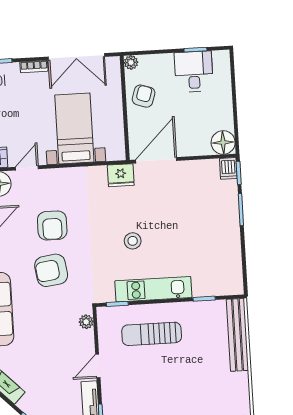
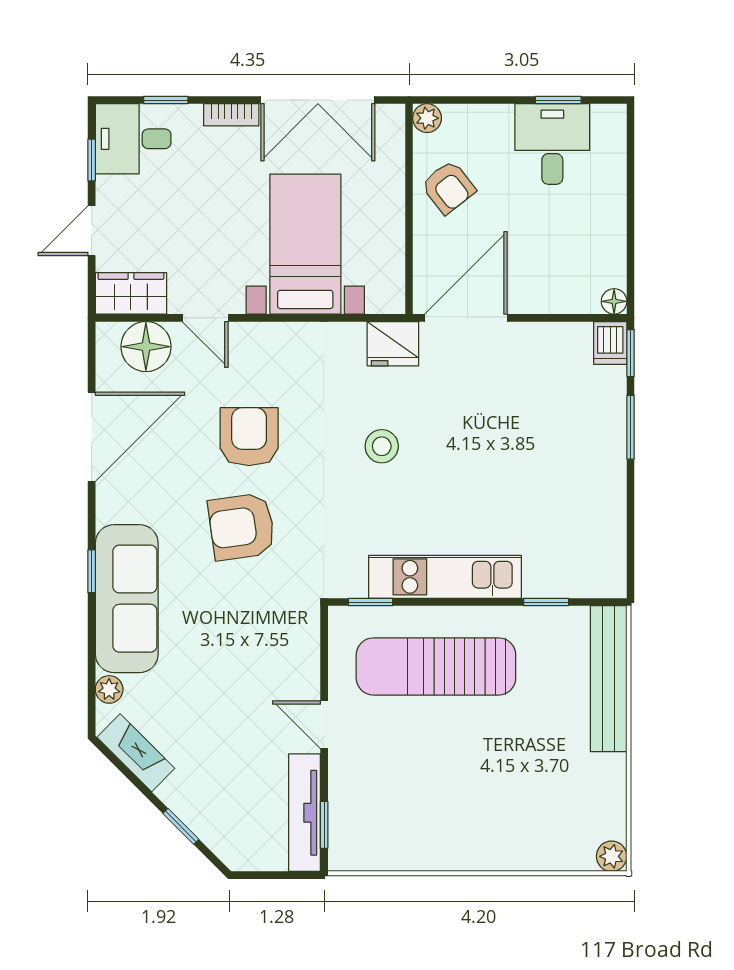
armchair: (144, 96) -> (448, 187), turned 124
floor lamp: (223, 143) -> (614, 301), width x0.53, depth x0.53
door: (27, 168) -> (205, 318), swing flipped
armchair: (52, 225) -> (249, 437), turned 180
stool: (133, 241) -> (382, 446), moved
plant: (86, 322) -> (306, 634), removed
sun lounger: (152, 334) -> (436, 666), width x1.36, depth x1.34
door: (98, 366) -> (324, 725), hinge flipped

